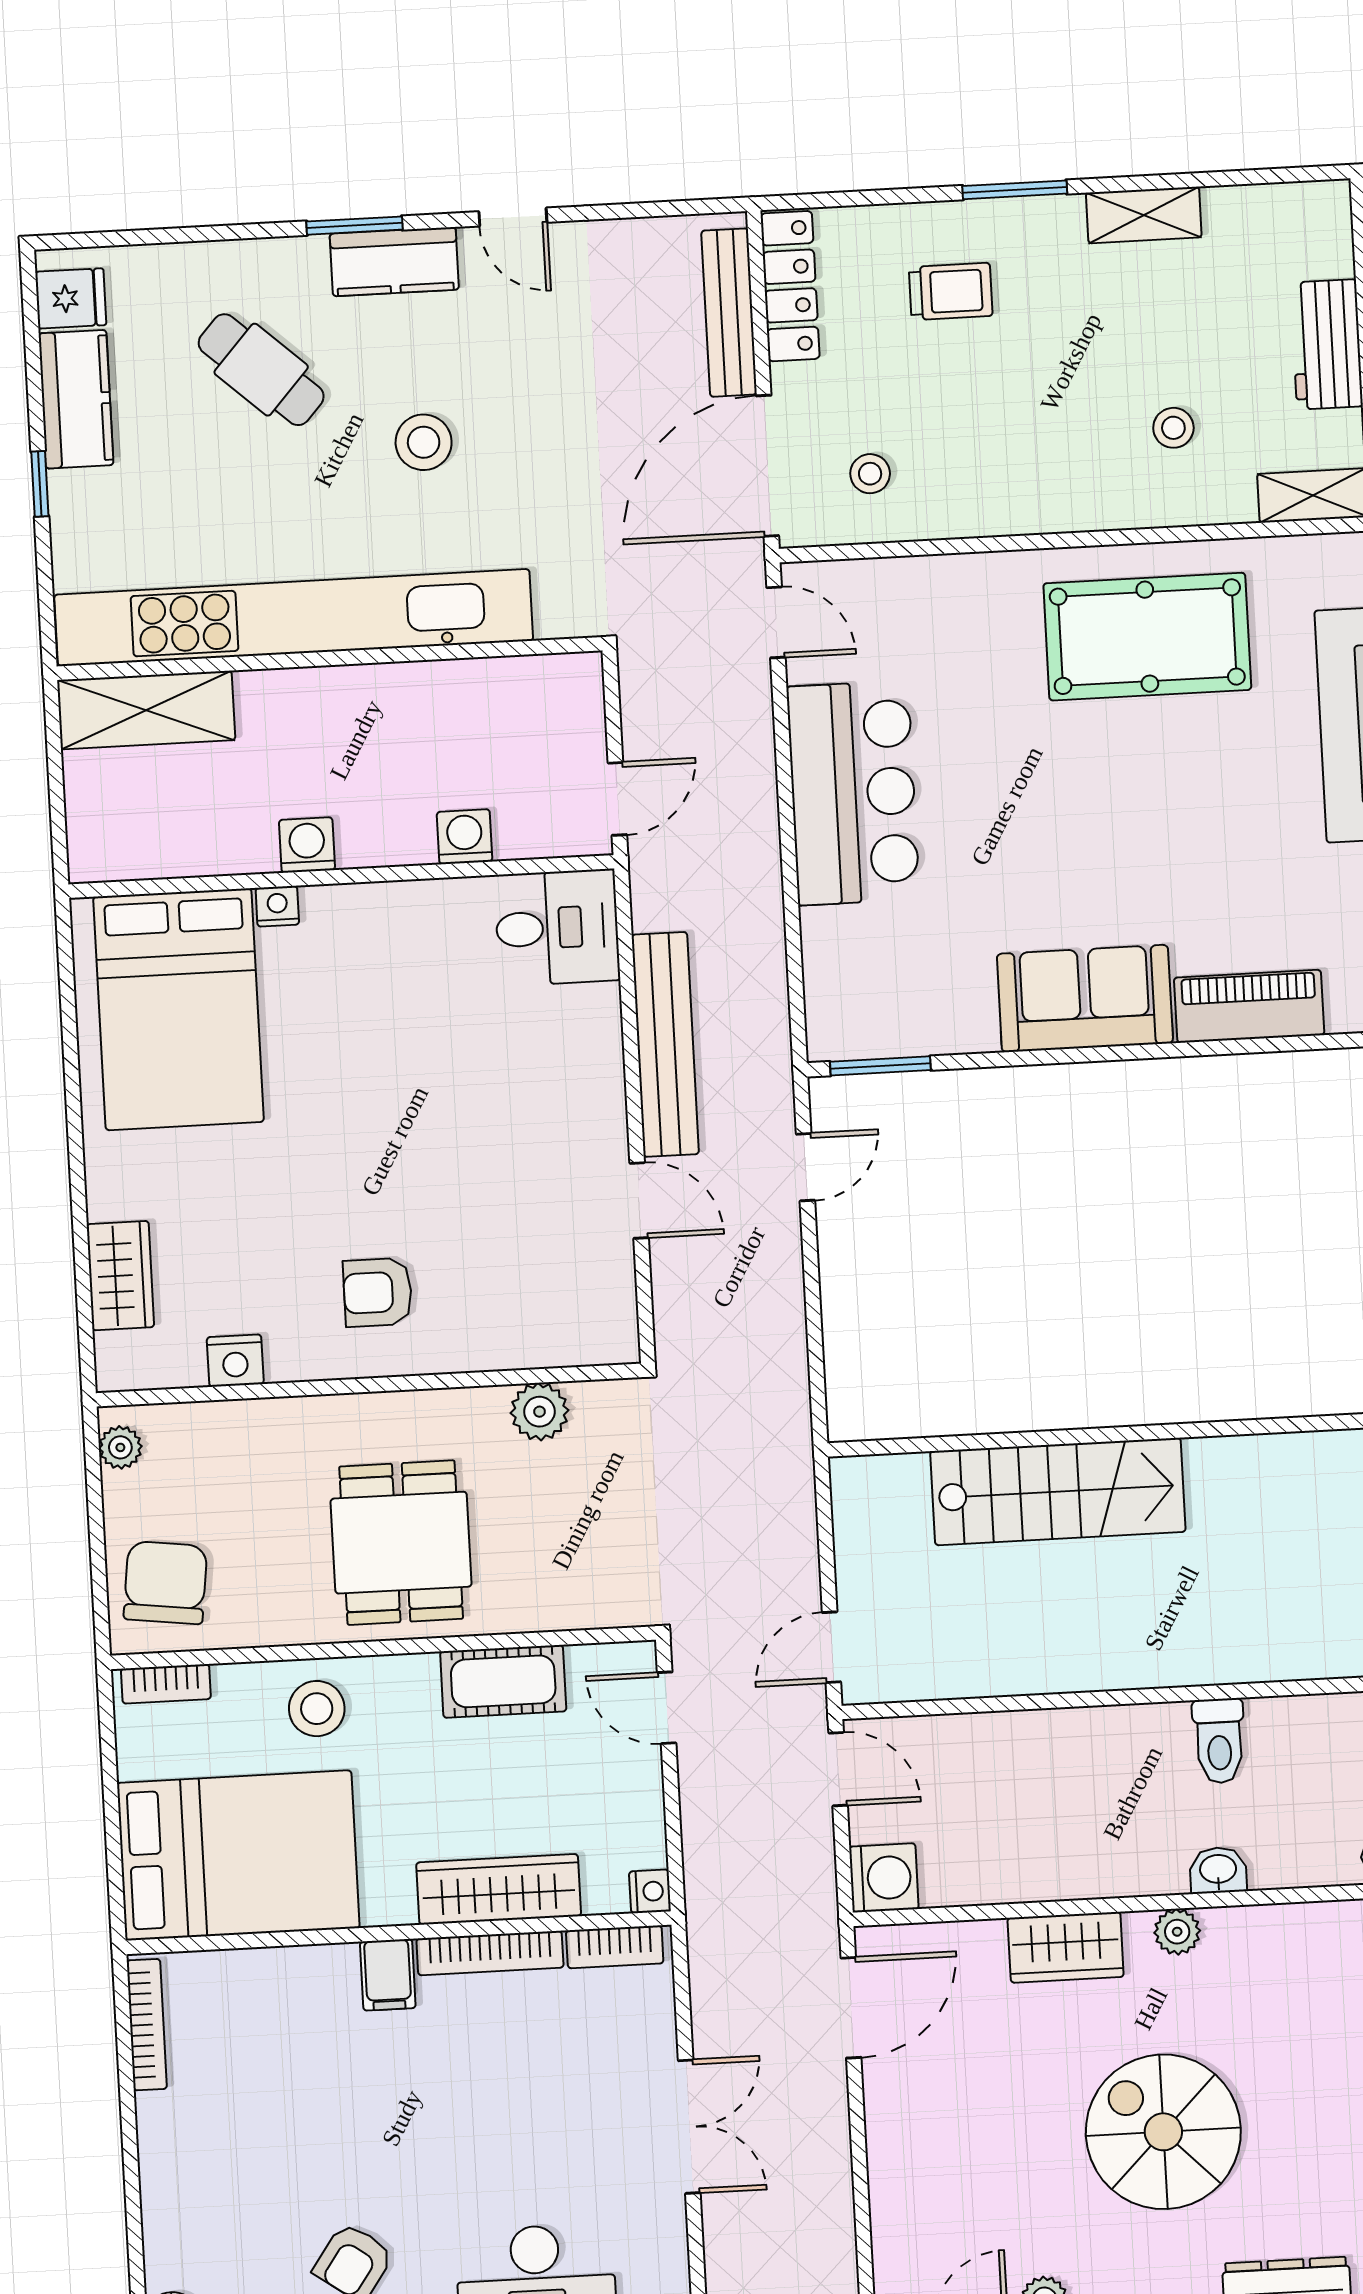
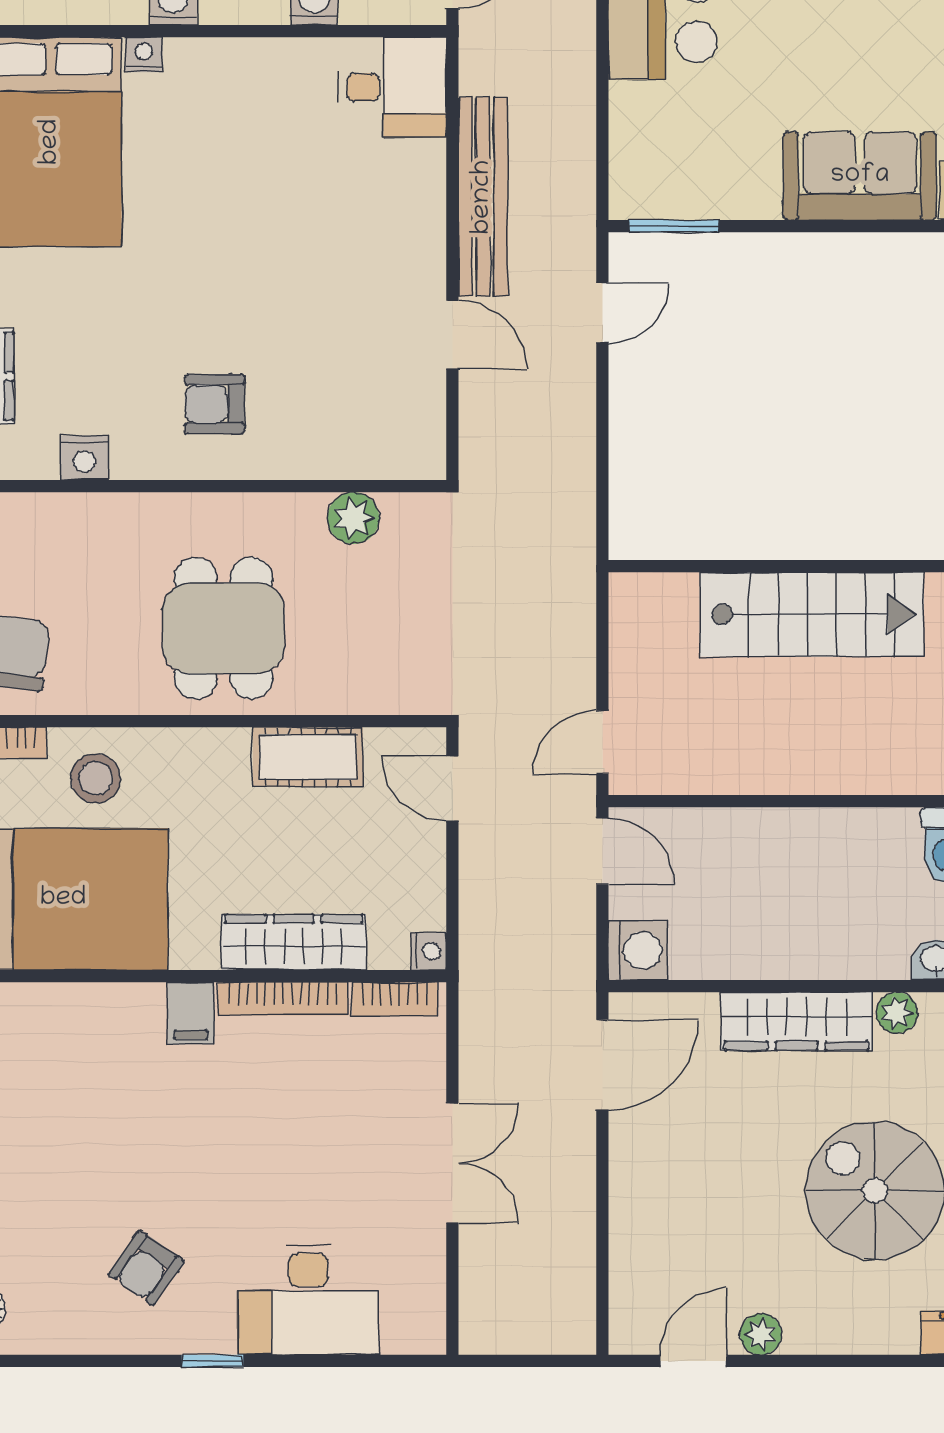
stool: (317, 1709) -> (96, 778), moved
wardrobe: (1066, 1947) -> (797, 1021), width x1.50

